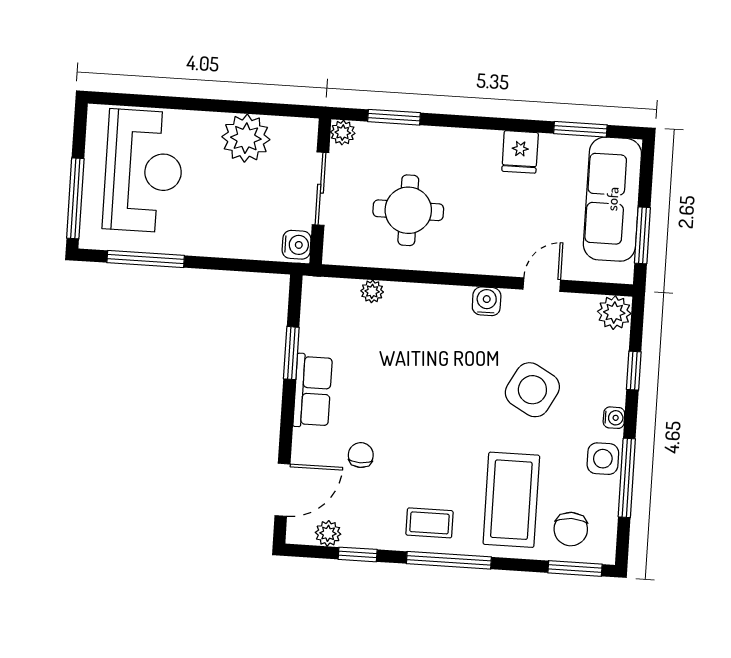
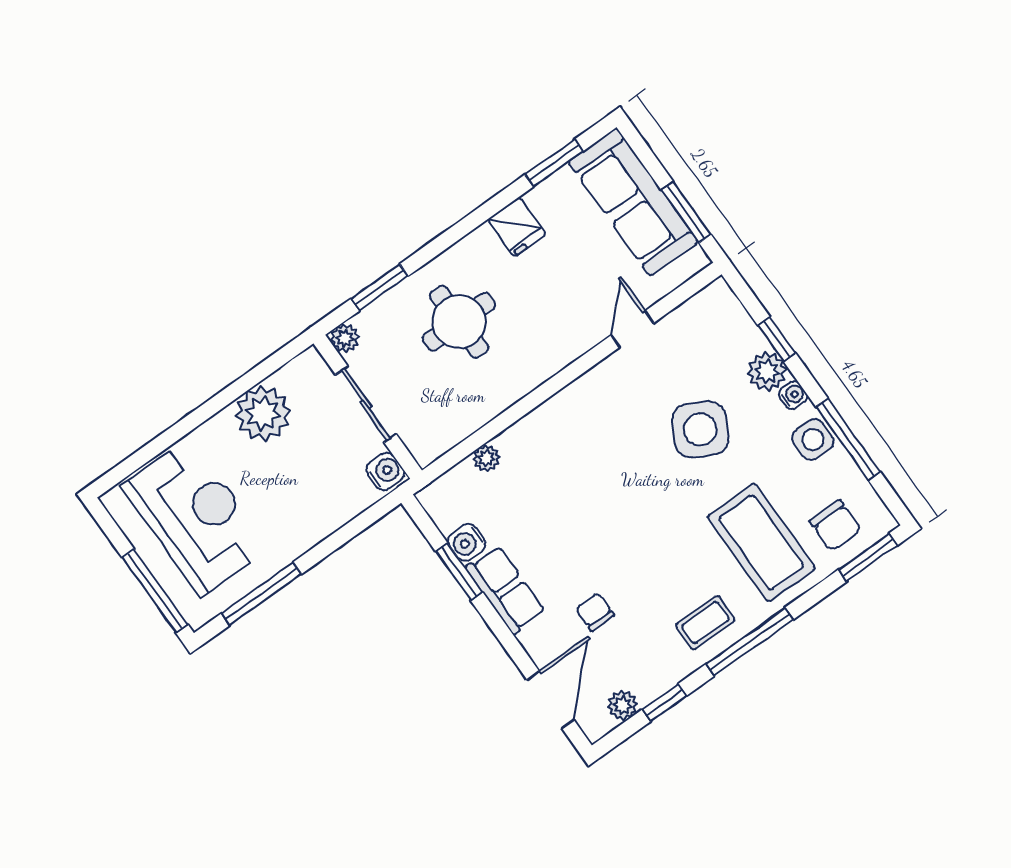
round table: (408, 210) -> (459, 322), moved
water cooler: (487, 301) -> (467, 543), moved, turned -90
plant: (614, 313) -> (767, 371), moved

